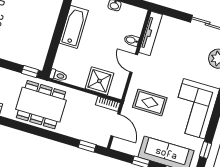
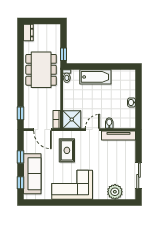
bathtub: (74, 27) -> (95, 77), moved
shower: (99, 81) -> (72, 119), moved
door: (115, 125) -> (42, 130), hinge flipped
window: (206, 150) -> (44, 202), removed

